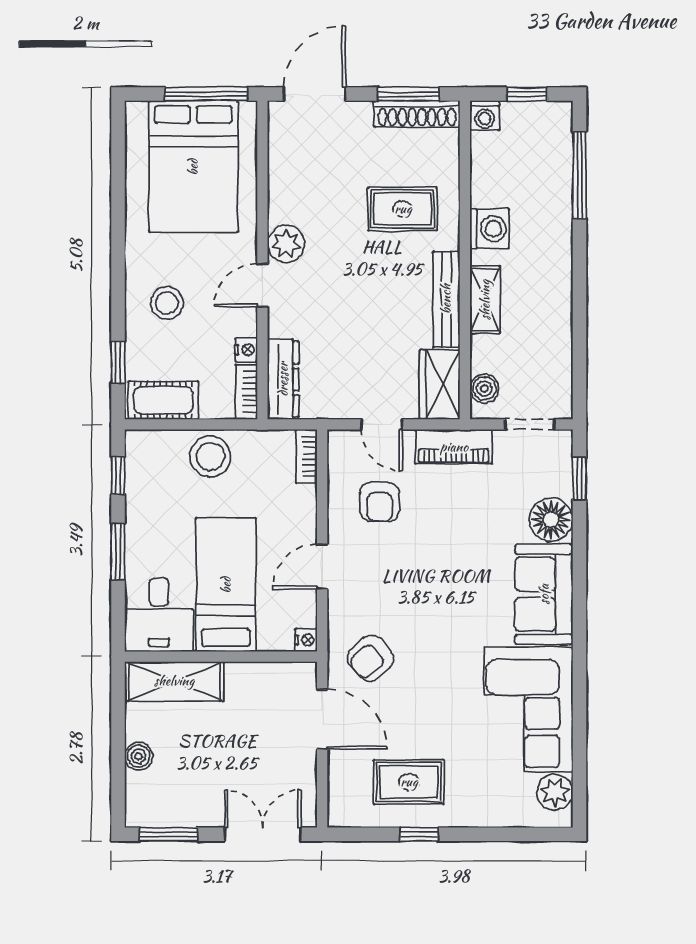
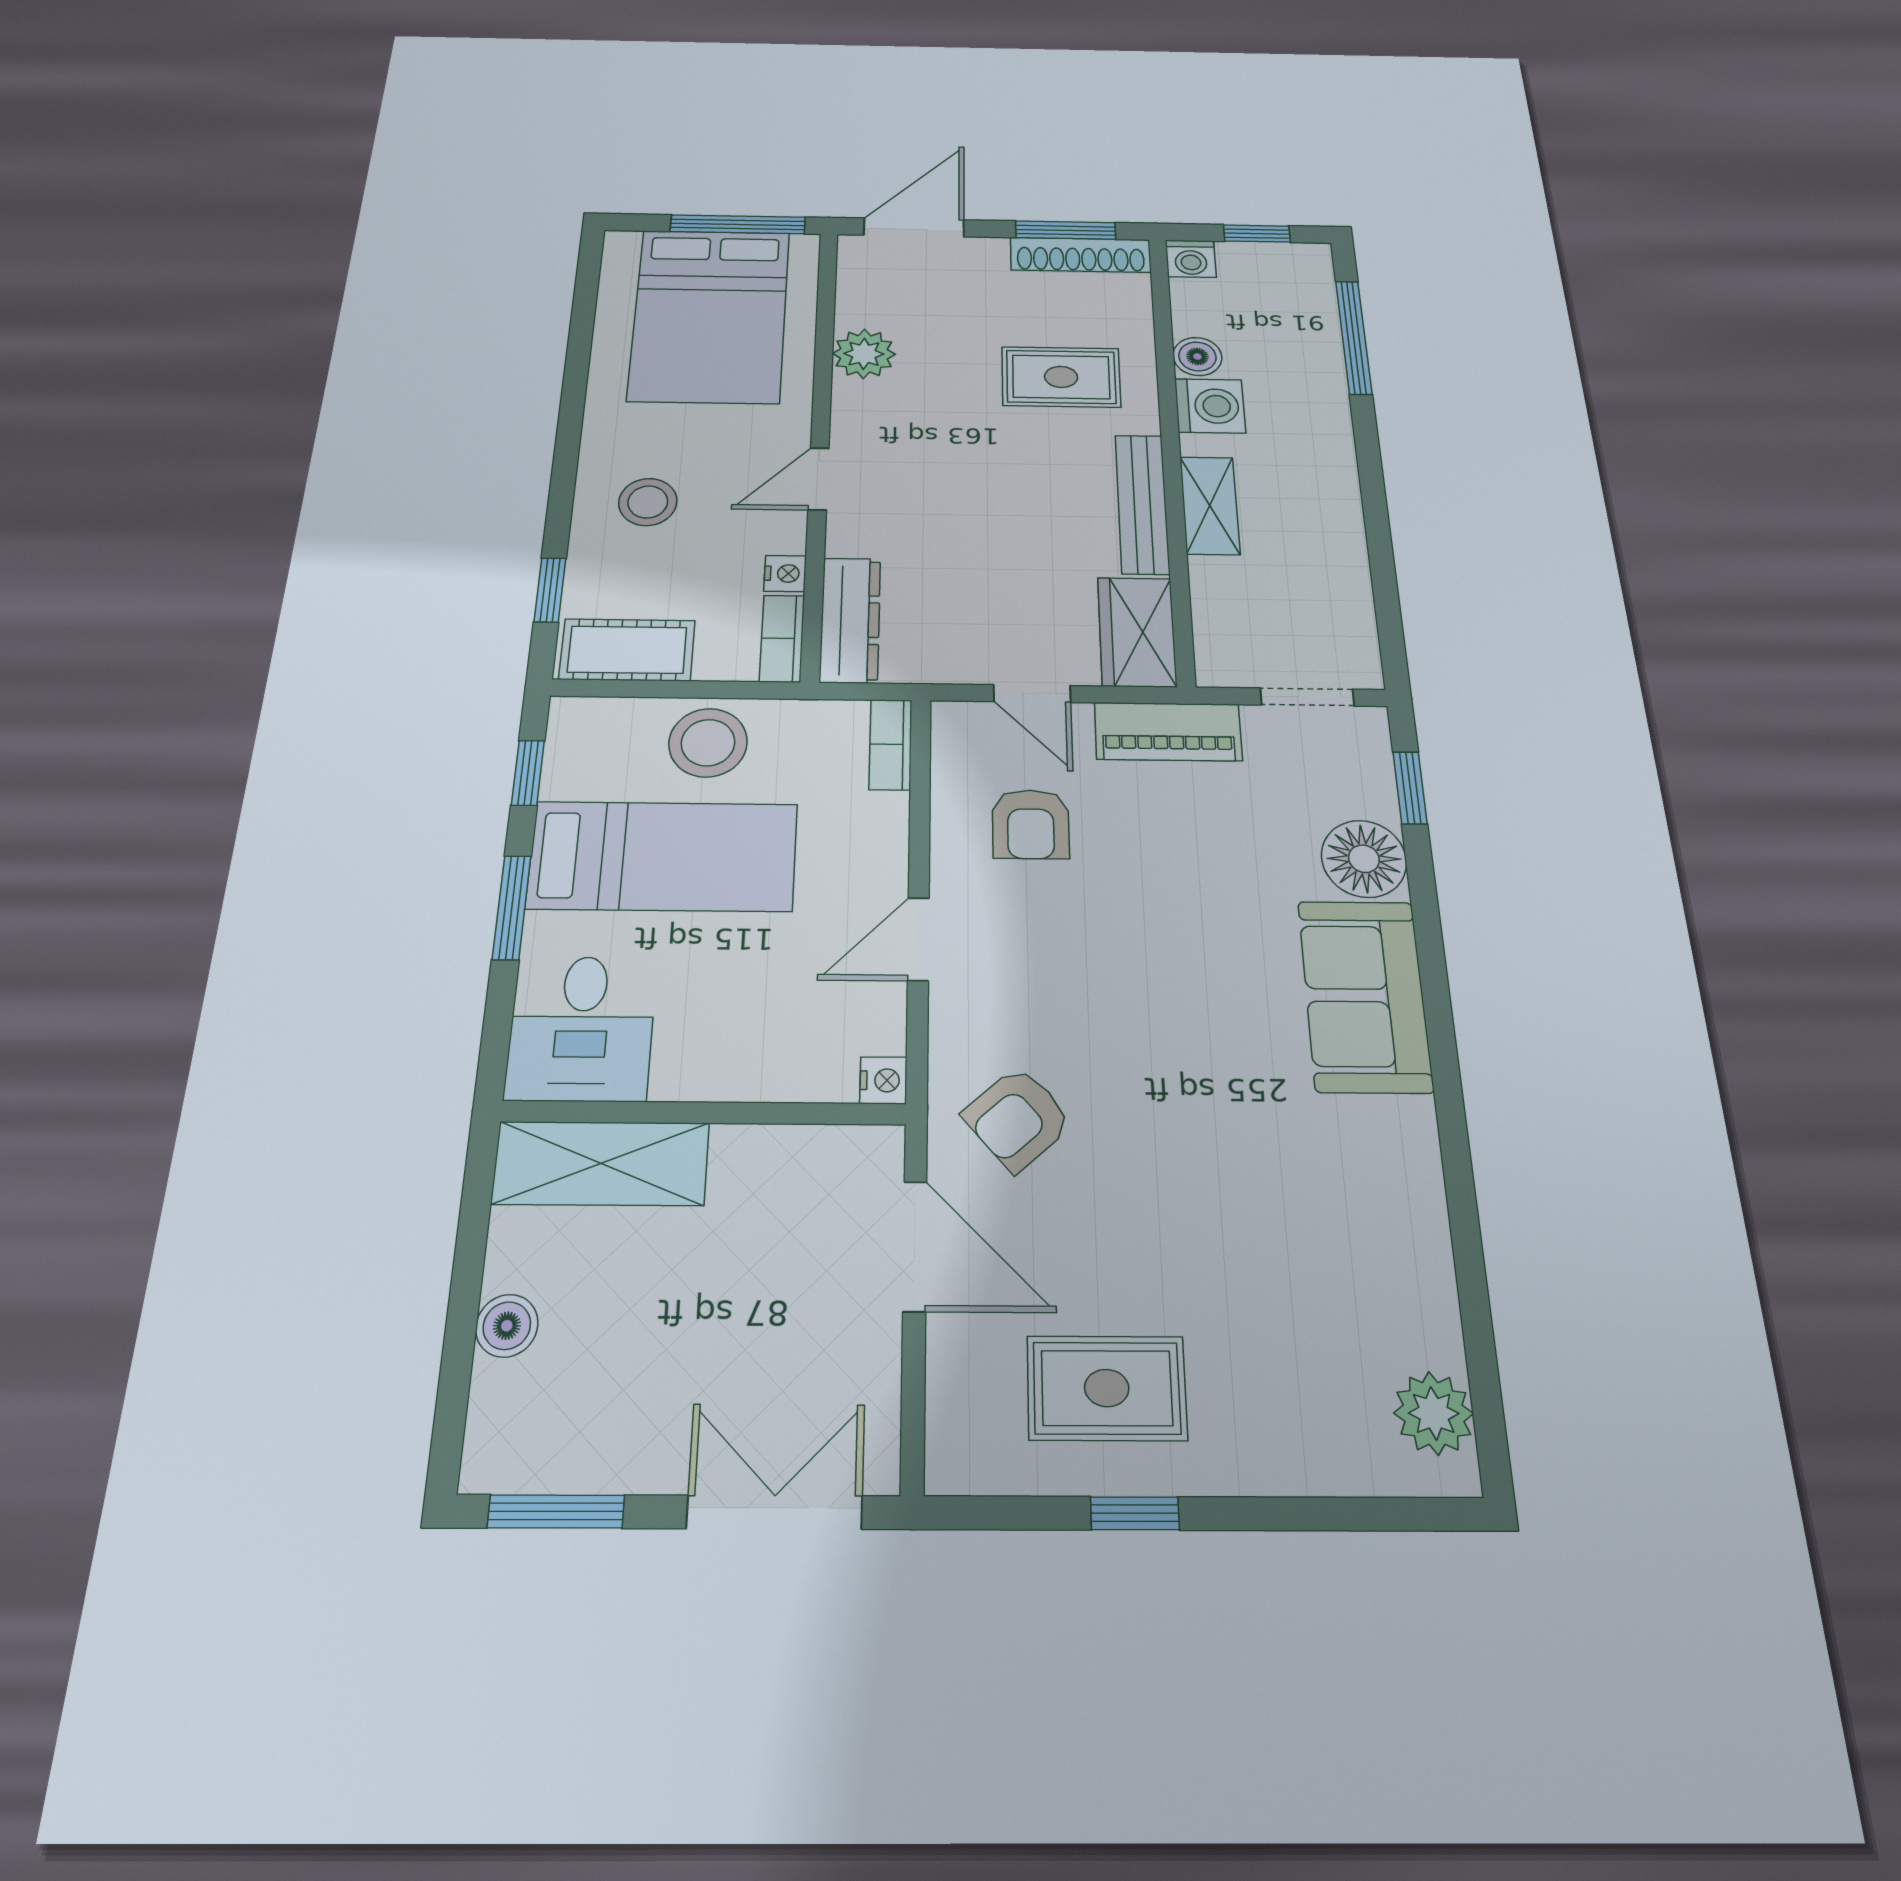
plant: (286, 244) -> (864, 354), moved
boiler: (484, 389) -> (1197, 356), moved
bed: (226, 585) -> (663, 856), moved, turned 90
corner sofa: (528, 709) -> (1356, 1227), removed

